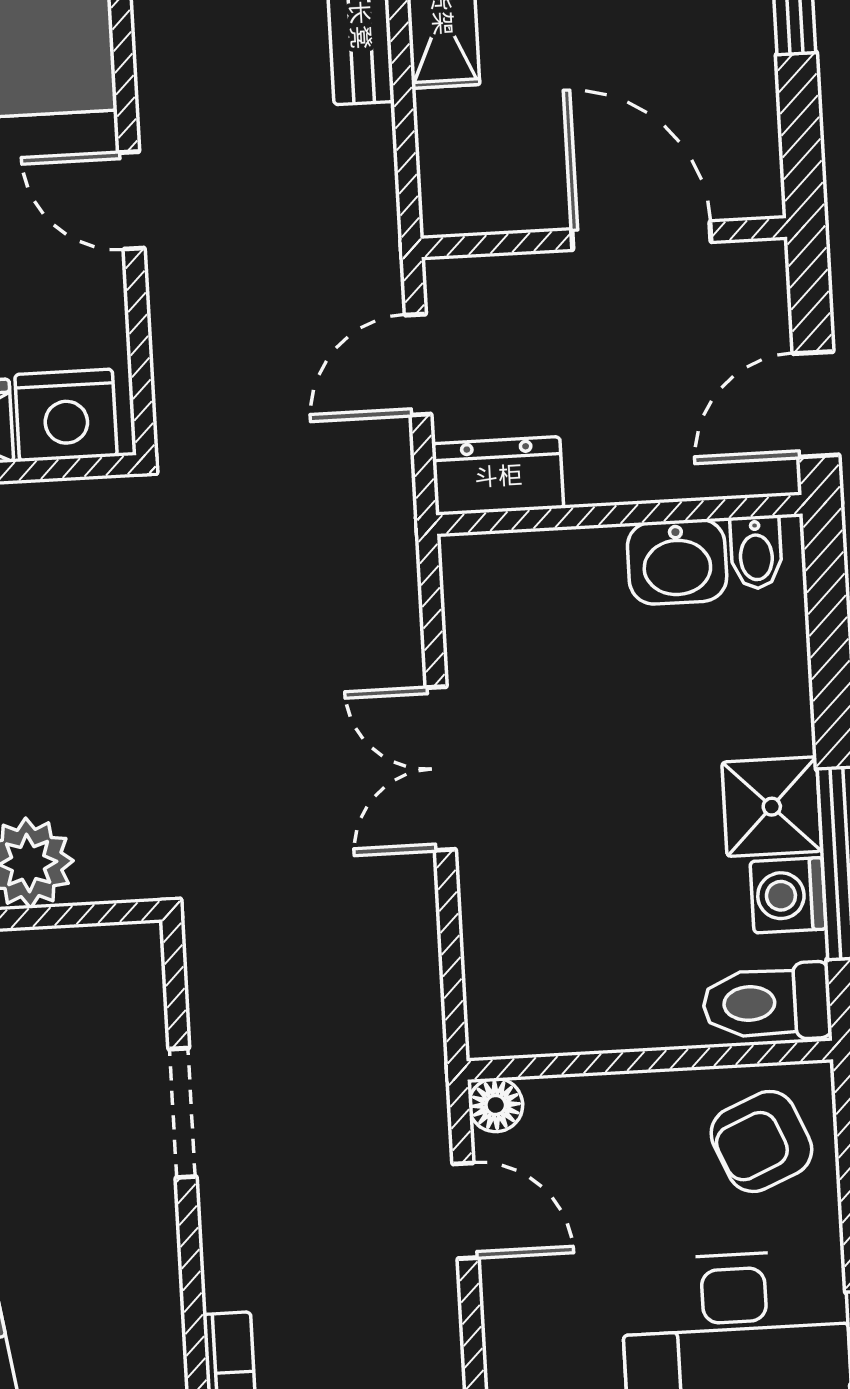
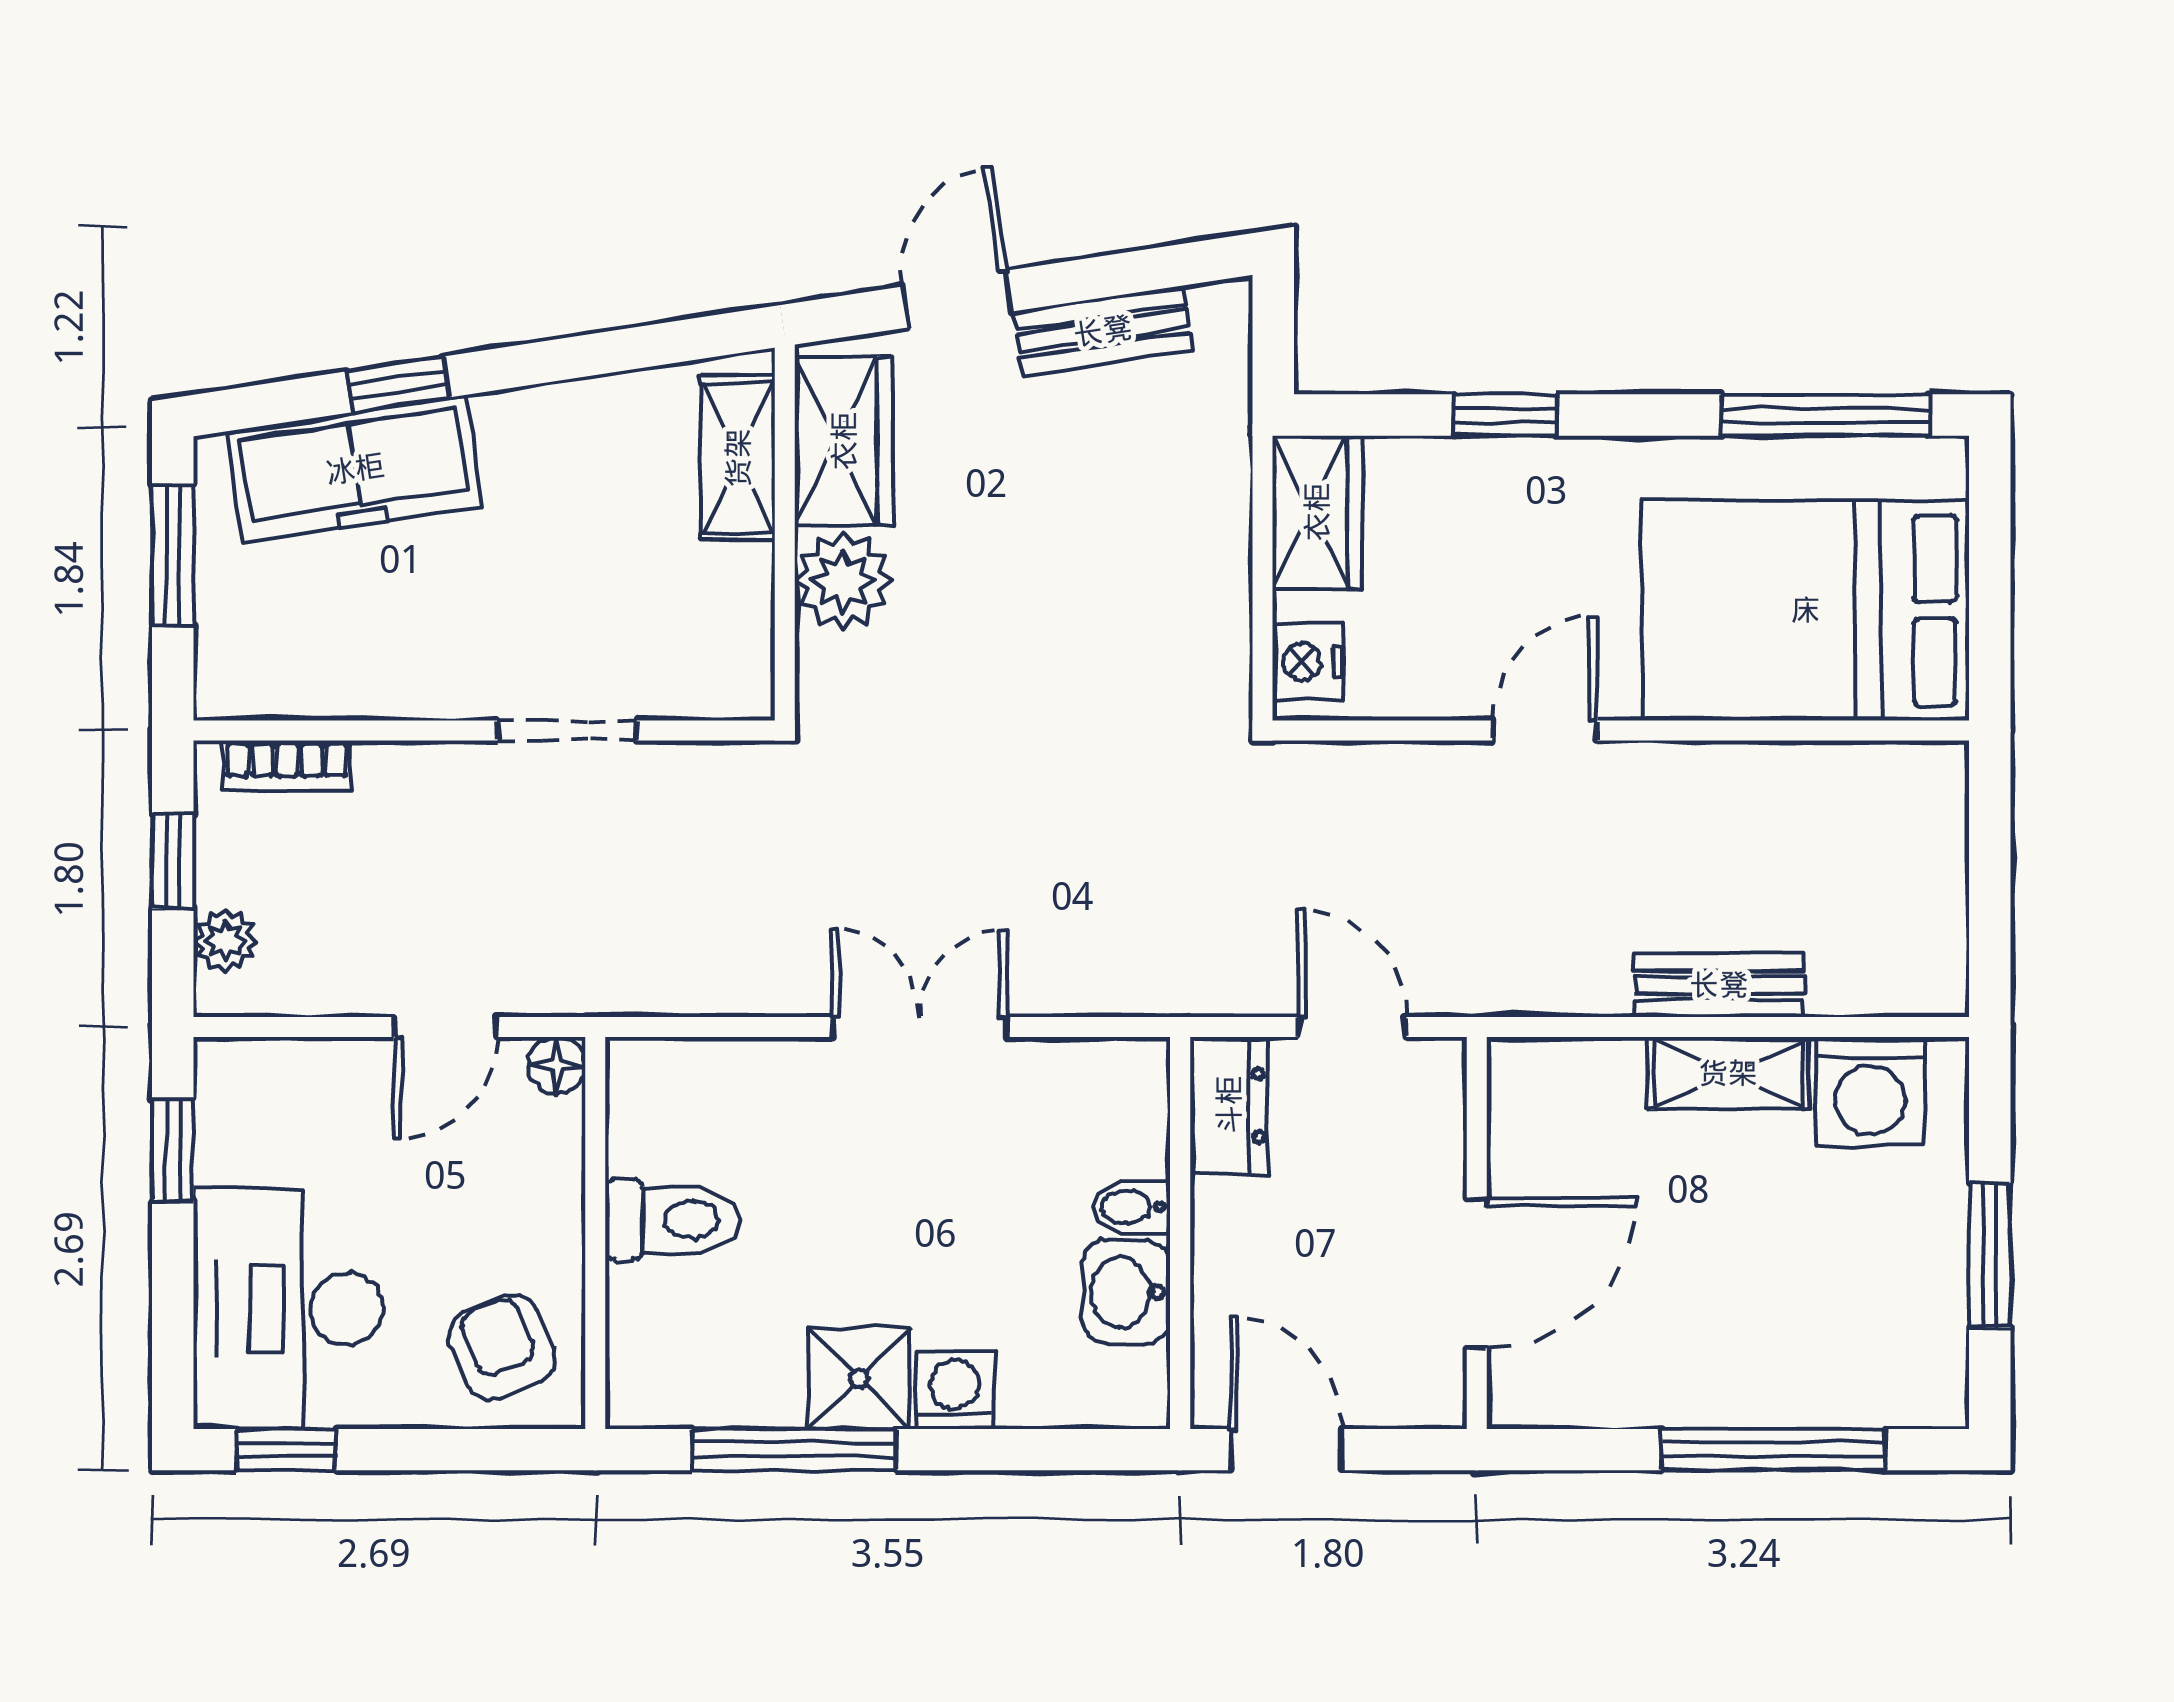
nightstand: (66, 415) -> (1308, 662), width x0.74, depth x0.75
bidet: (756, 552) -> (1132, 1207), moved
washing machine: (788, 895) -> (955, 1391), moved
toilet: (767, 1003) -> (673, 1220), moved, turned 90

